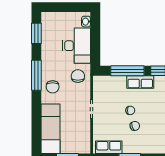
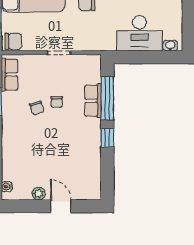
chair: (78, 76) -> (13, 41), moved
row of seats: (140, 82) -> (93, 101), moved

